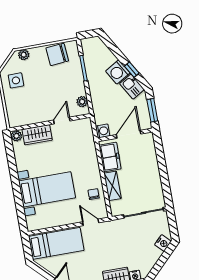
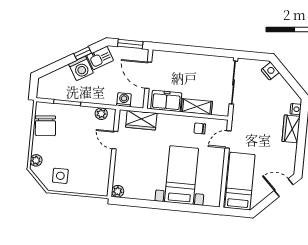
washing machine: (103, 131) -> (124, 100), moved
wardrobe: (37, 135) -> (141, 120), moved, turned 90

